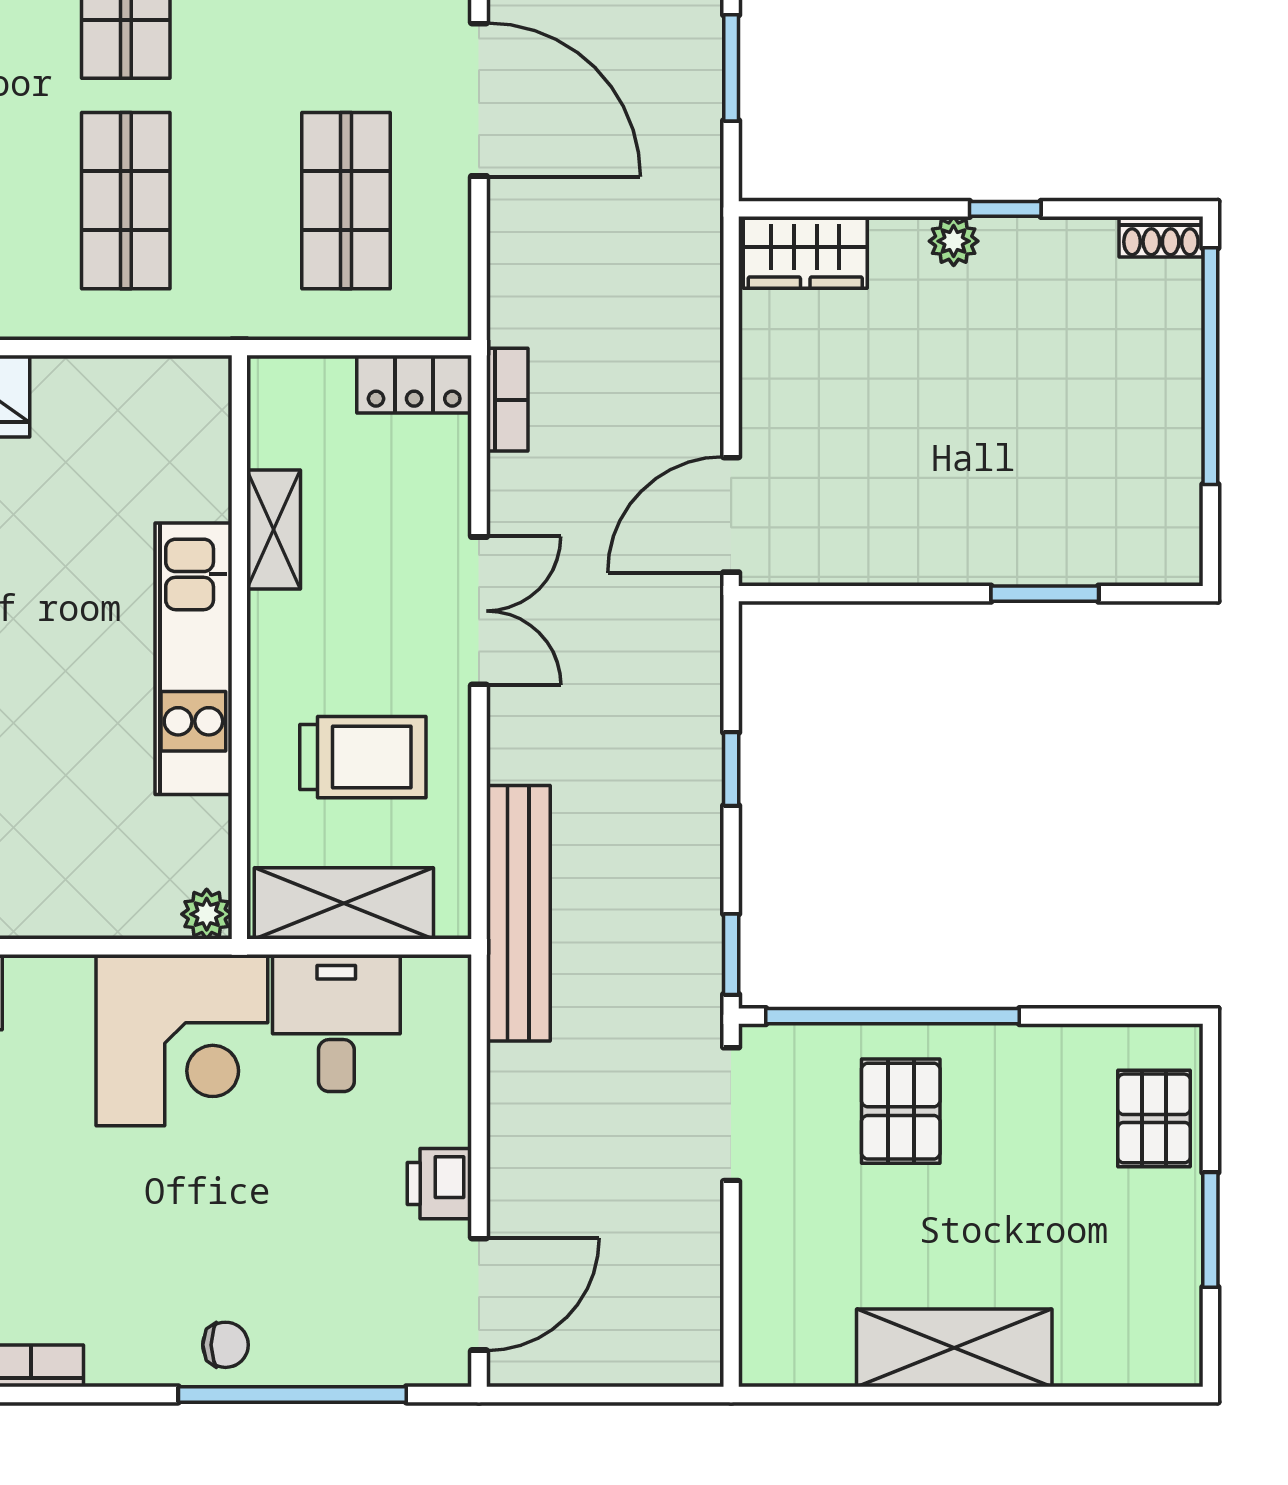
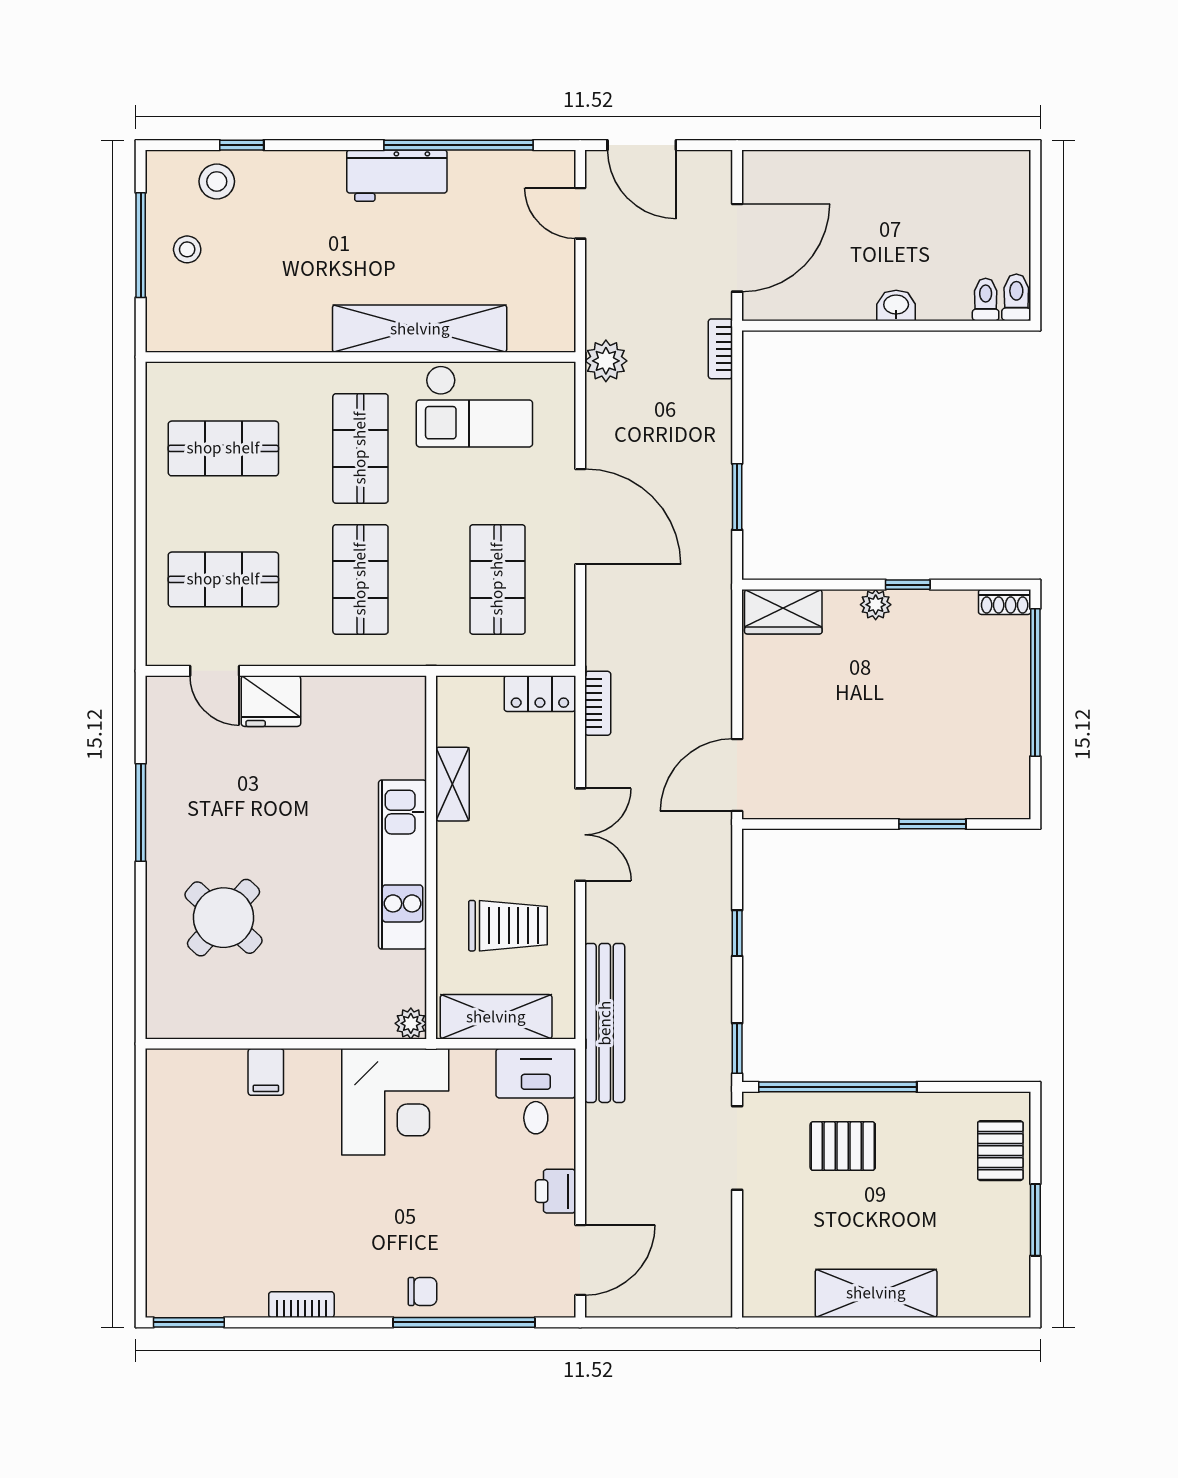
desk: (336, 1023) -> (536, 1091), moved
pallet: (901, 1111) -> (843, 1146), turned 90

